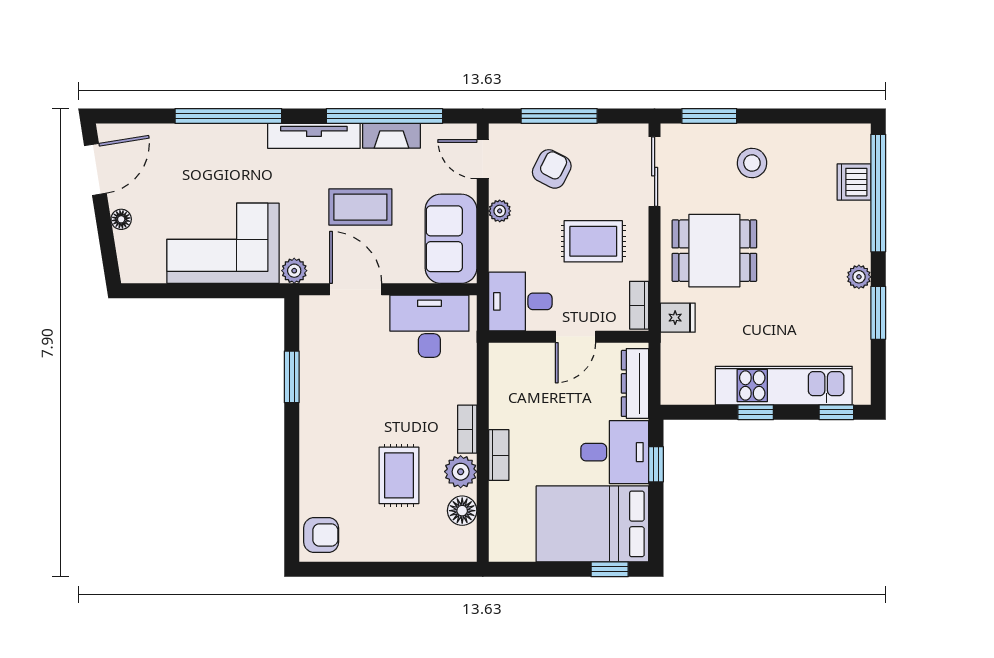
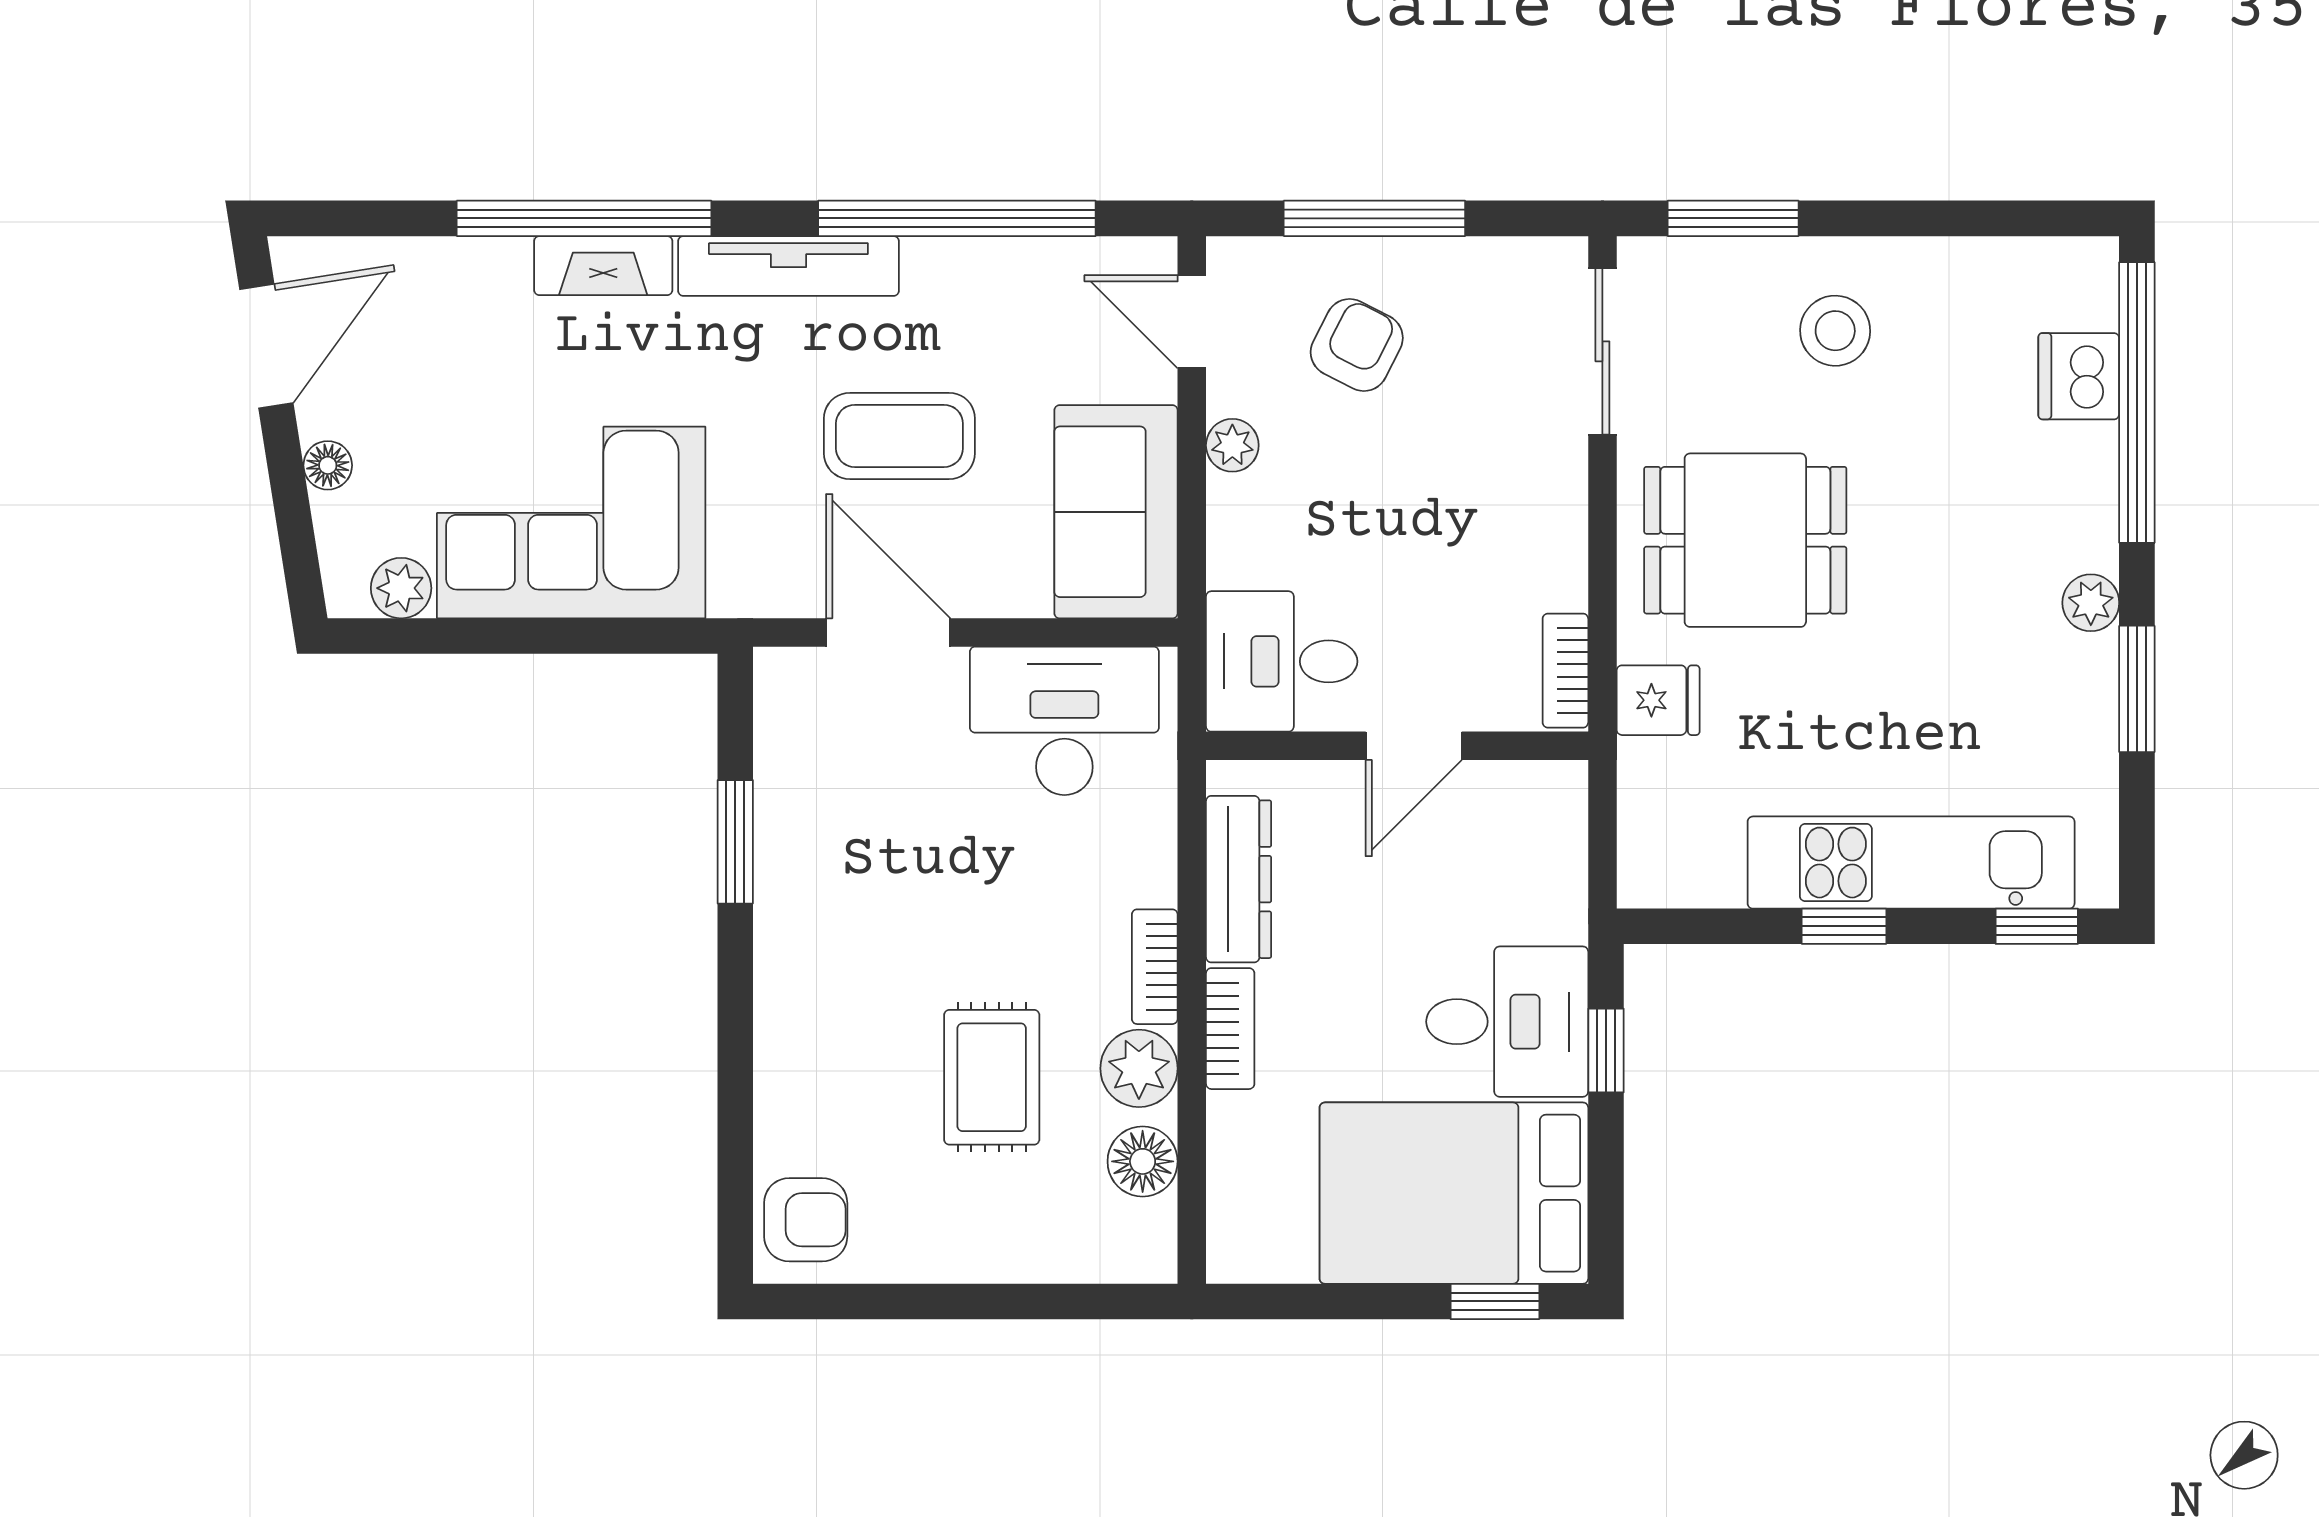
fireplace: (391, 136) -> (603, 266), moved
rug: (593, 241) -> (1456, 518), removed
plant: (294, 271) -> (401, 588), moved
dresser: (635, 383) -> (1239, 879), moved, turned 180

